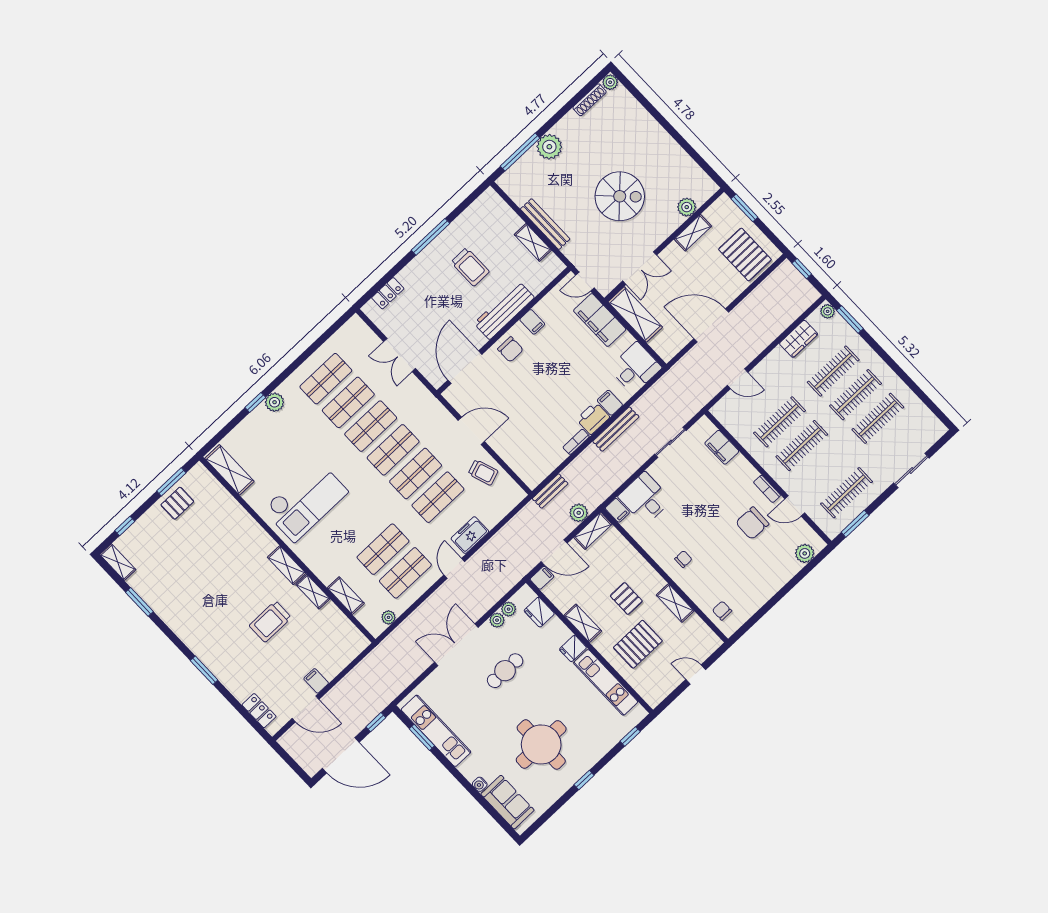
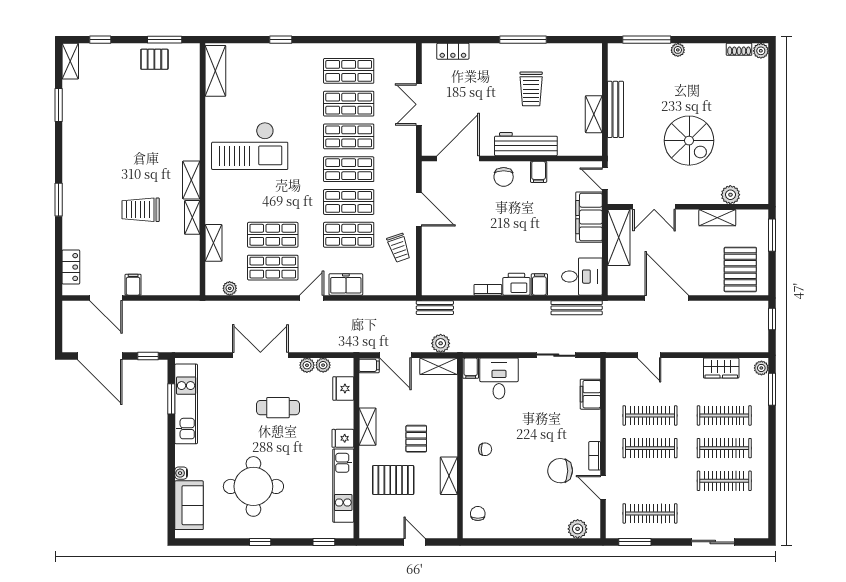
shoe rack: (590, 100) -> (739, 49), width x0.70
plant: (549, 147) -> (678, 50), width x0.53, depth x0.53
plant: (275, 402) -> (295, 53), removed
bench: (616, 429) -> (577, 308), moved

